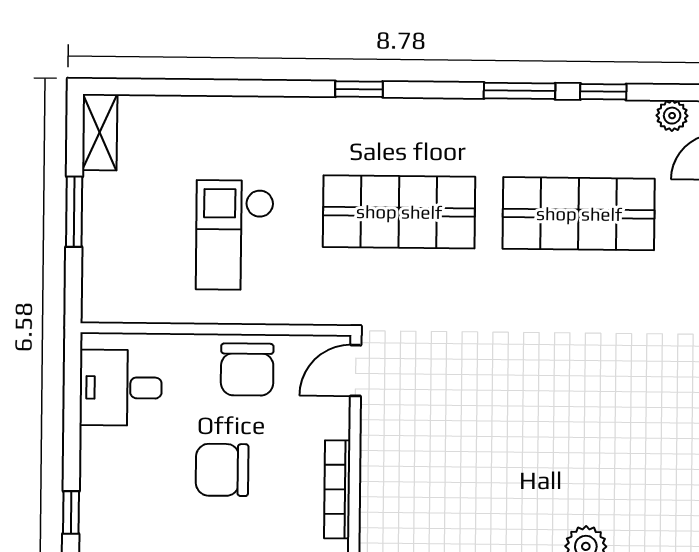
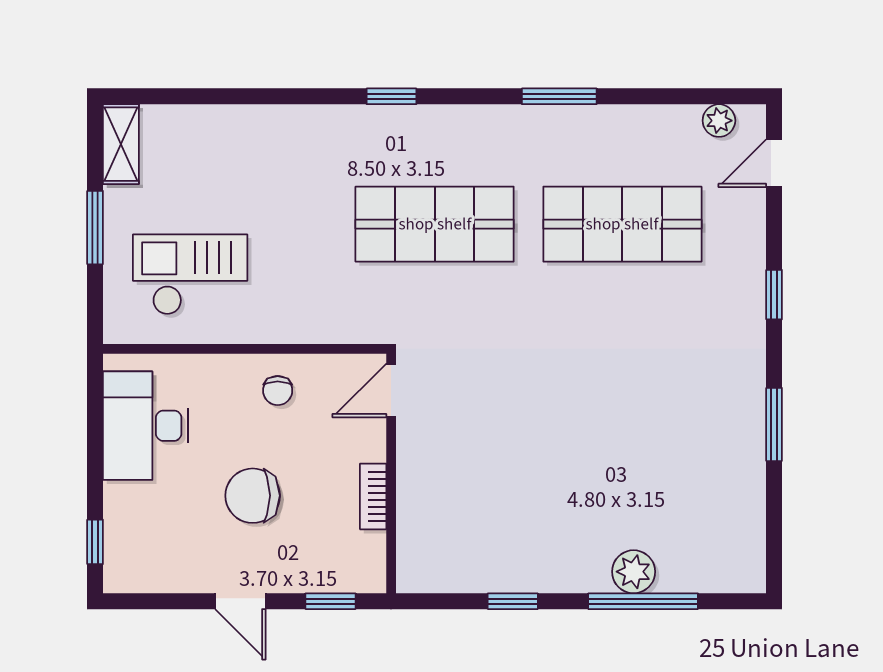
window: (603, 92) -> (647, 96), removed
checkout: (235, 235) -> (190, 274), moved, turned 90
chair: (247, 370) -> (278, 391), width x0.54, depth x0.54
desk: (121, 388) -> (146, 426), width x1.37
bookcase: (337, 489) -> (373, 496), width x0.64

